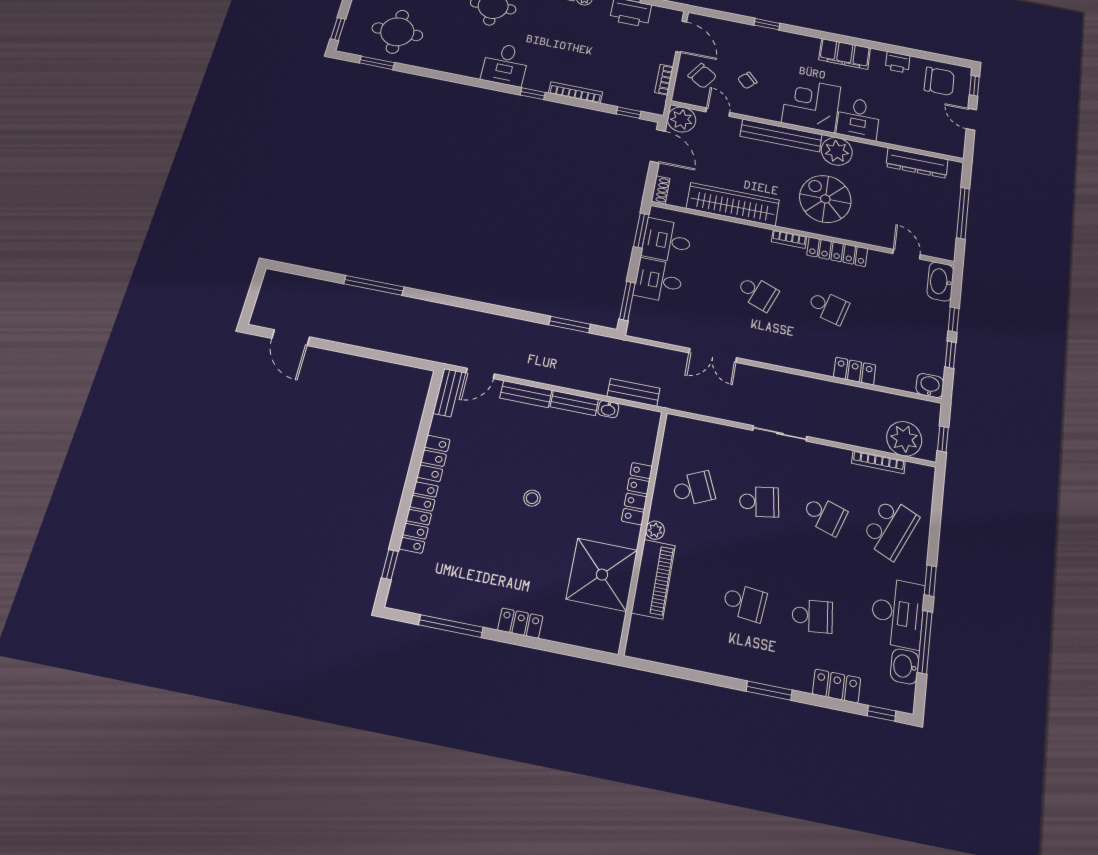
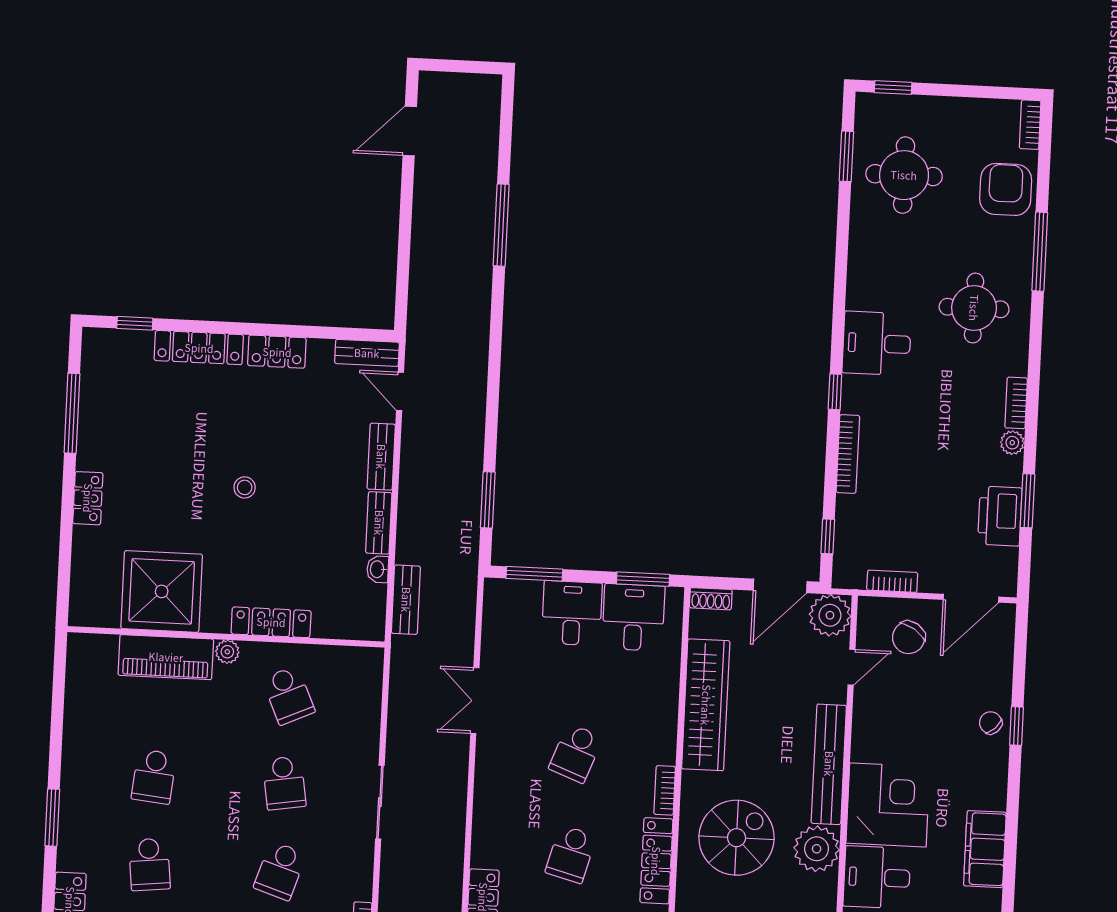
chair: (747, 80) -> (991, 723), moved

